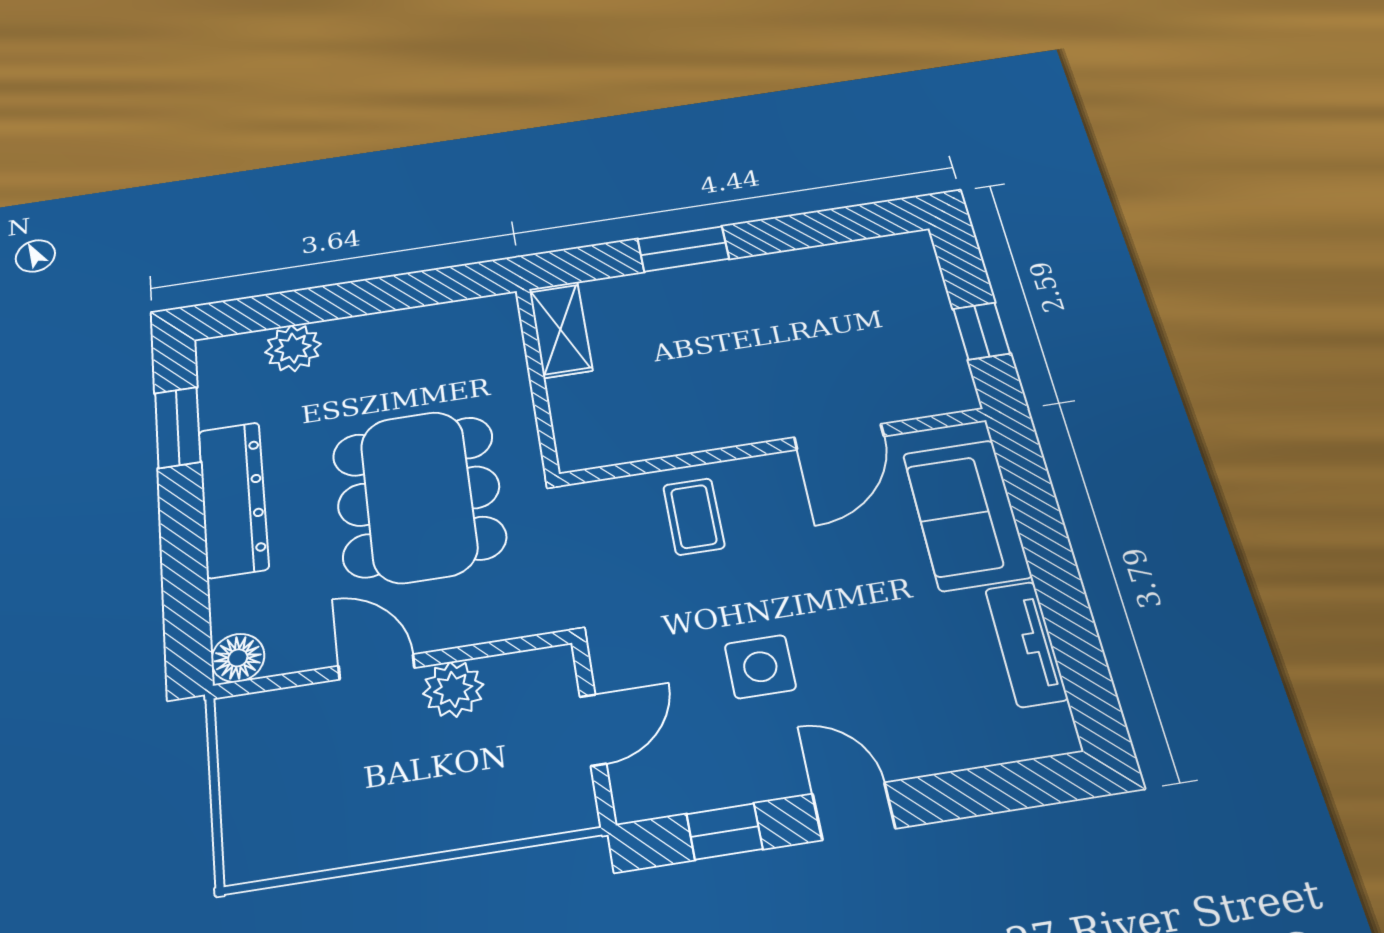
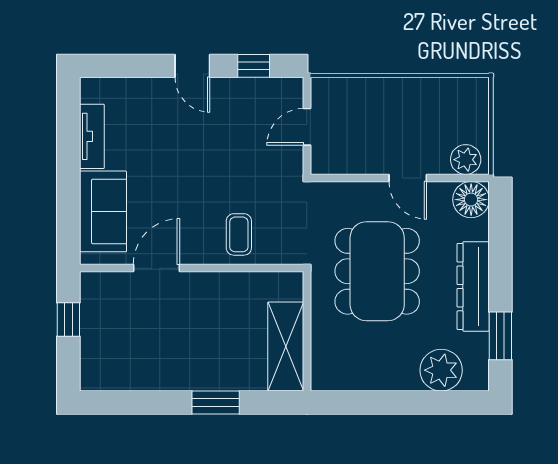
shelving: (560, 329) -> (286, 347), width x1.50, depth x1.33
plant: (293, 348) -> (441, 370), width x1.36, depth x1.36
floor lamp: (238, 658) -> (471, 200), width x1.38, depth x1.38
side table: (760, 667) -> (221, 146), removed
plant: (453, 689) -> (466, 160), moved

